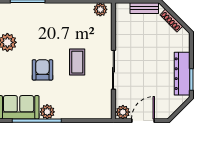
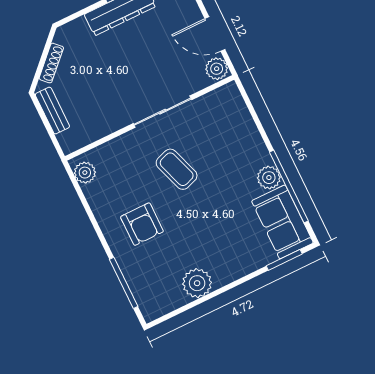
coffee table: (77, 62) -> (177, 169), turned 71
armchair: (42, 70) -> (142, 224), moved, turned -90

